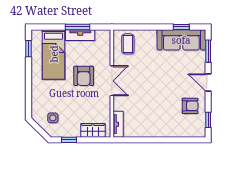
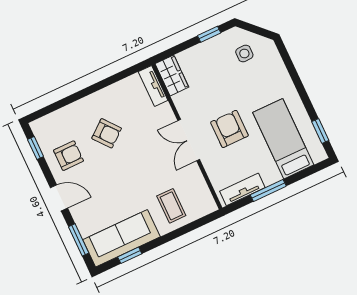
tv unit: (80, 35) -> (242, 189), moved
coffee table: (128, 44) -> (171, 206), moved
armchair: (190, 106) -> (68, 156), turned 180
armchair: (160, 109) -> (107, 133), added
wardrobe: (93, 130) -> (172, 75), moved, turned -90

